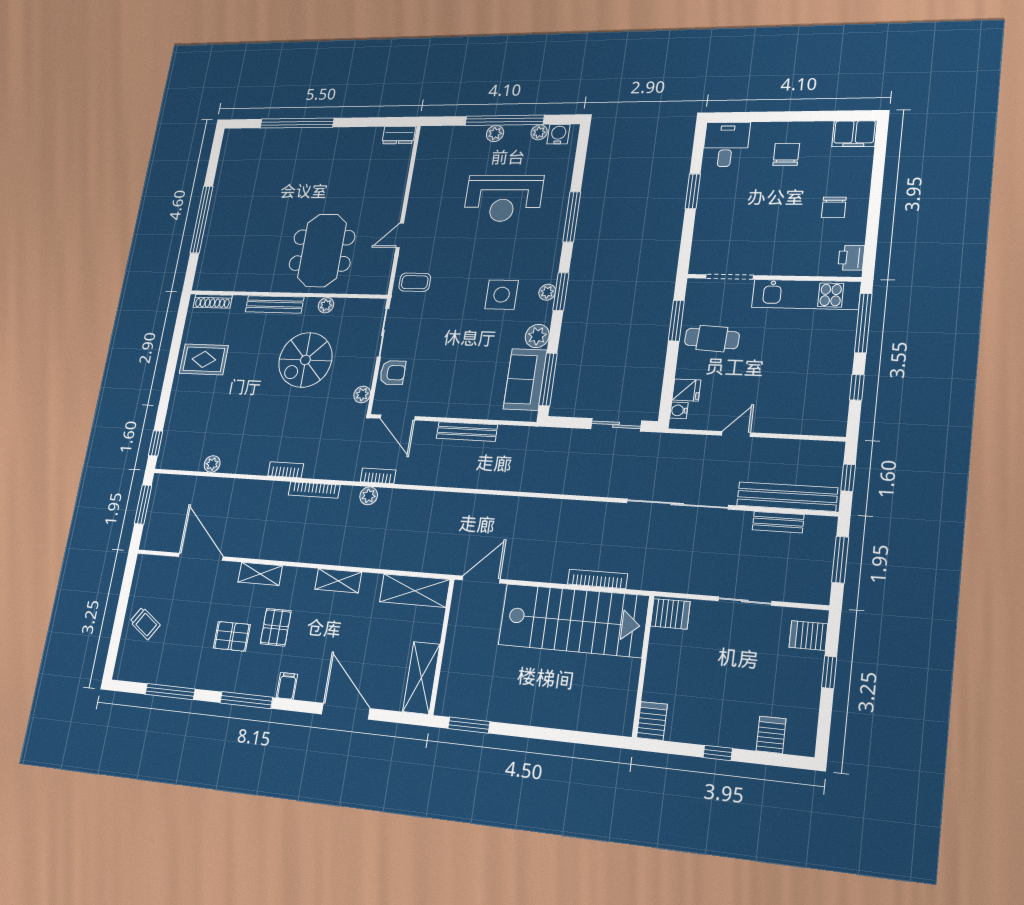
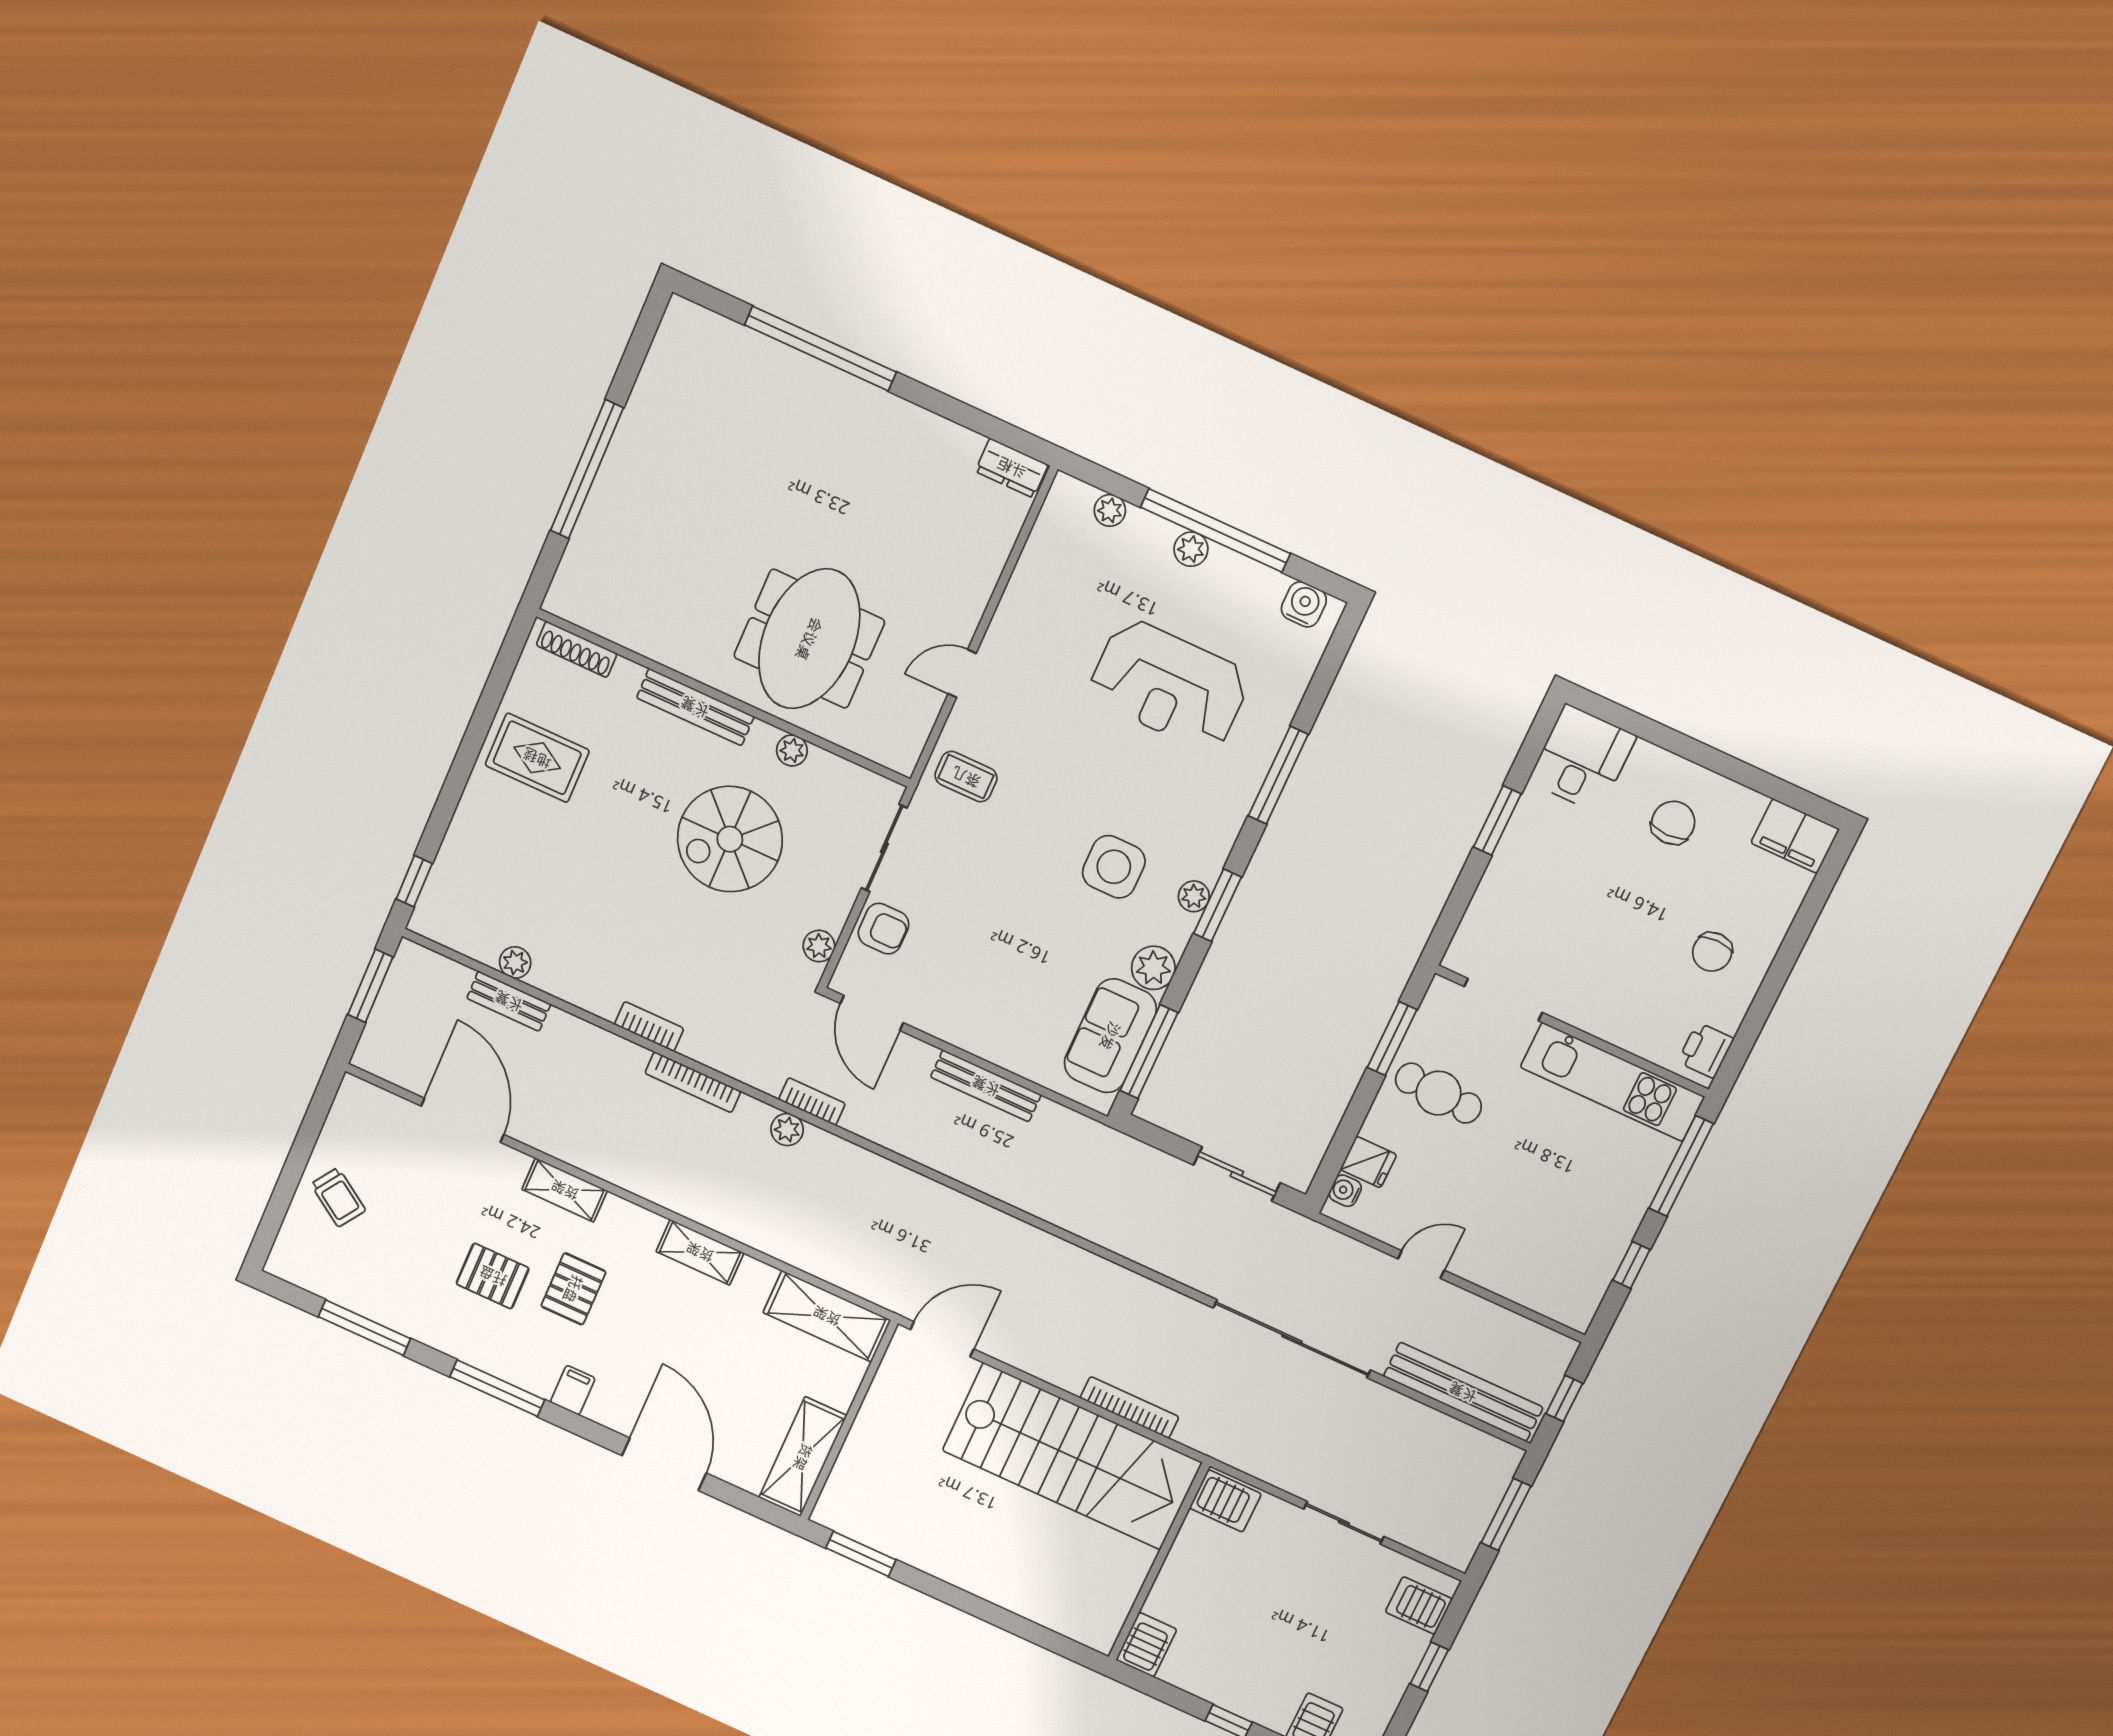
plant: (539, 132) -> (1110, 510), moved
bench: (778, 522) -> (509, 1001), moved

